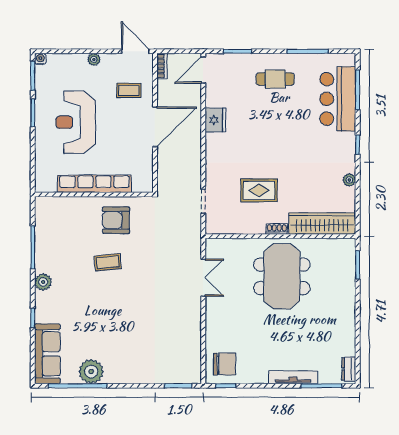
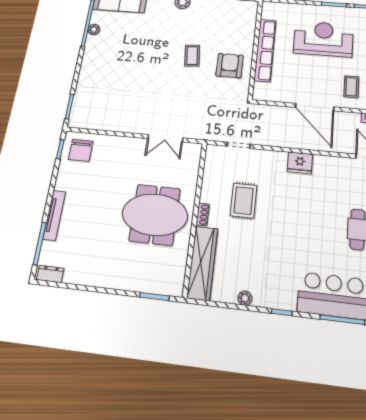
fridge: (215, 120) -> (300, 163), moved
plant: (91, 372) -> (94, 29), width x0.53, depth x0.53

